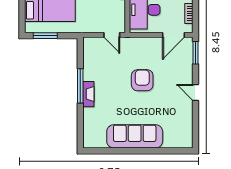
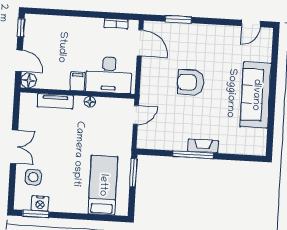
window: (45, 36) -> (133, 173), moved
window: (196, 53) -> (178, 19), moved
door: (196, 93) -> (251, 24), moved

